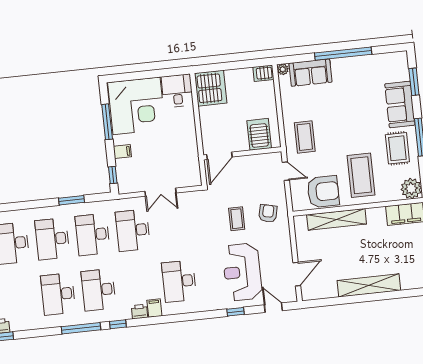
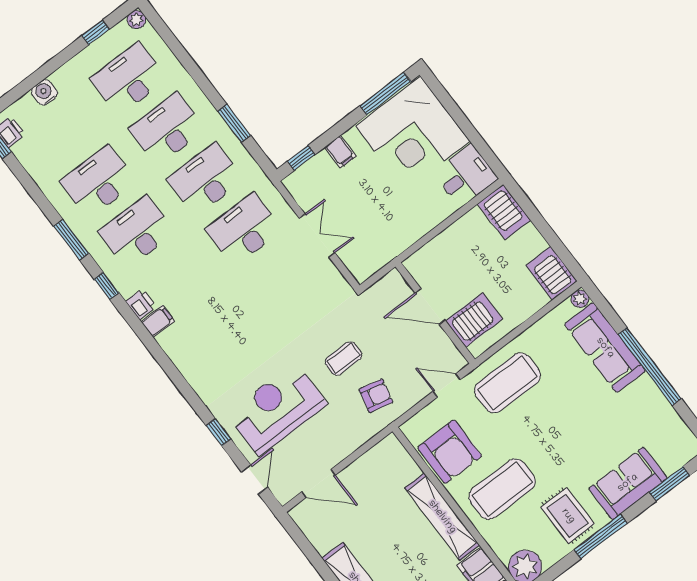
server rack: (263, 73) -> (552, 273), width x1.36, depth x1.44
sofa: (310, 73) -> (605, 348), width x1.36
server rack: (211, 88) -> (504, 212), width x0.62
window: (107, 122) -> (385, 94), moved
coffee table: (305, 137) -> (508, 383), width x1.36, depth x1.32
rug: (397, 148) -> (568, 516), turned 90
door: (219, 156) -> (430, 306), moved
door: (286, 171) -> (447, 385), swing flipped
double door: (161, 192) -> (317, 236), swing flipped
shelving: (337, 219) -> (442, 517), moved
desk: (179, 281) -> (214, 332), removed
window: (81, 328) -> (71, 240), width x0.69

